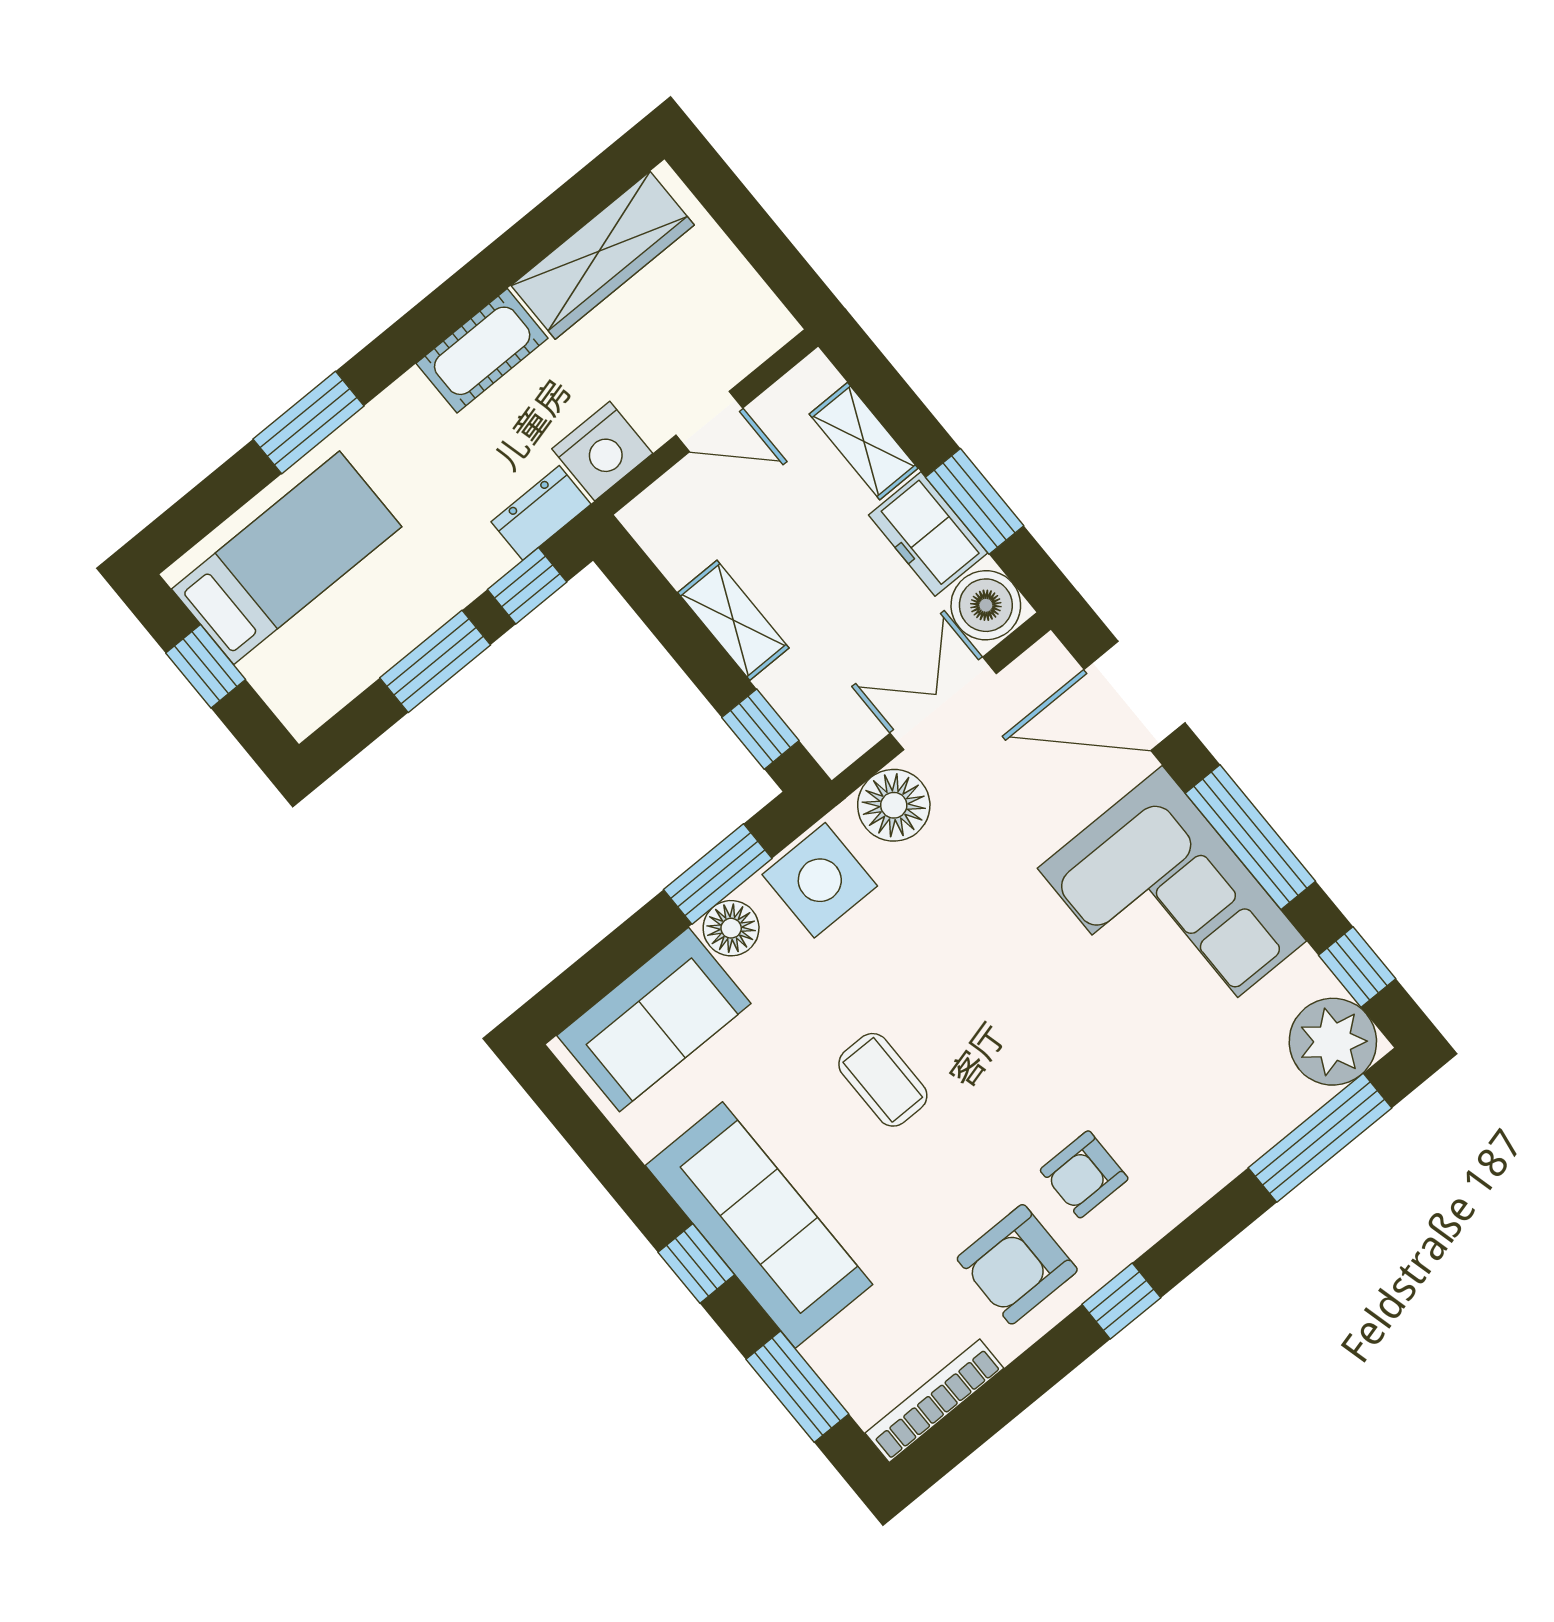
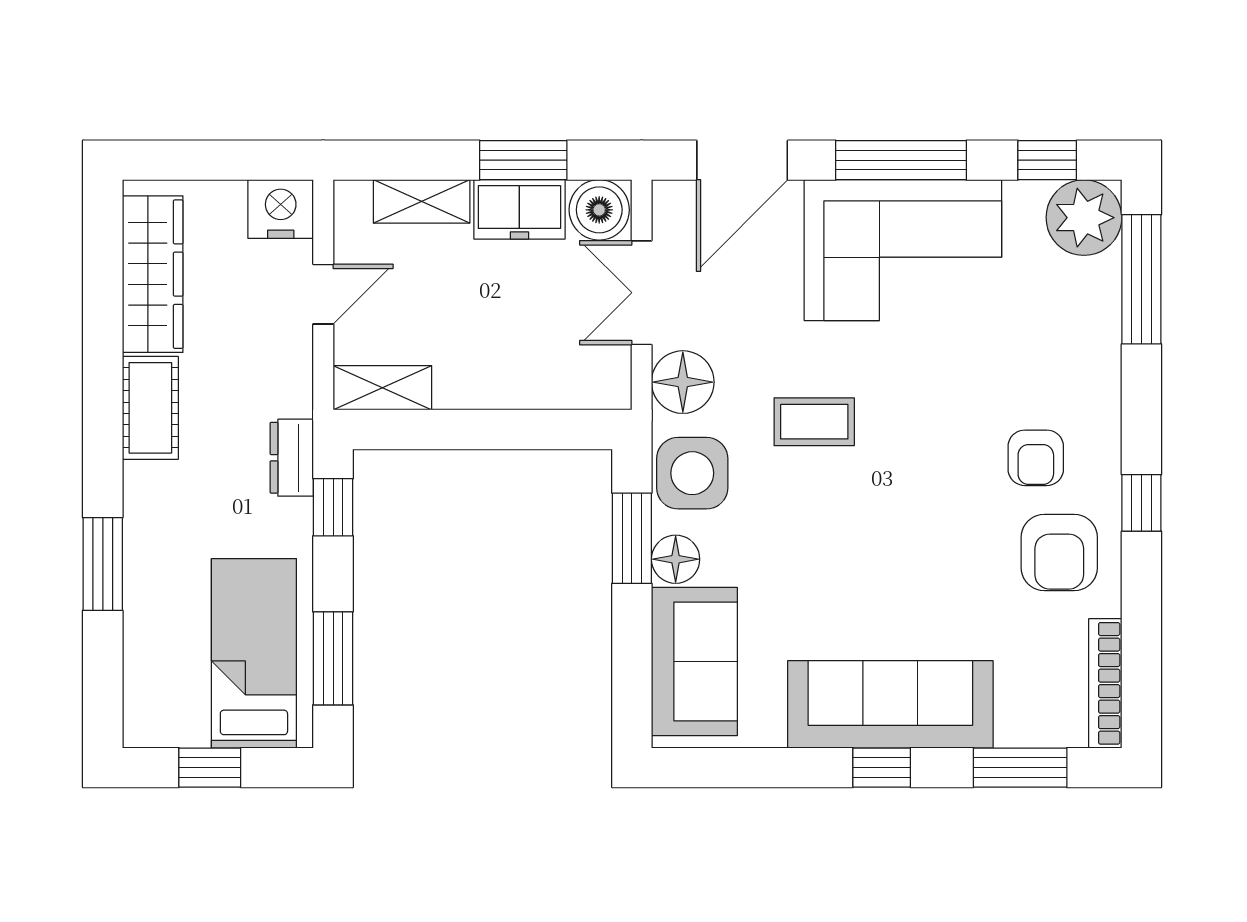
nightstand: (602, 451) -> (281, 209), moved, turned -90
bed: (287, 558) -> (254, 653), moved
shelving: (733, 620) -> (382, 388), moved
window: (435, 661) -> (333, 658), moved
window: (760, 729) -> (558, 430), removed
coffee table: (883, 1080) -> (814, 422), moved

